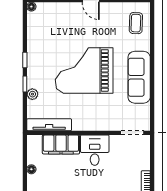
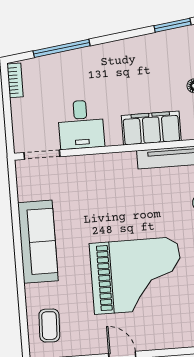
grand piano: (84, 70) -> (136, 276), moved
desk: (95, 150) -> (81, 124), moved

